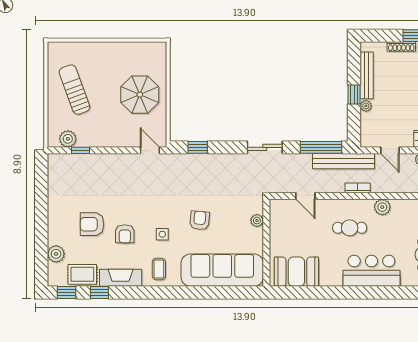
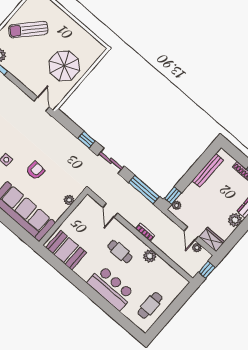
sun lounger: (74, 90) -> (28, 30), turned -117
window: (354, 94) -> (173, 195), moved
plant: (366, 106) -> (177, 205), moved
window: (198, 147) -> (86, 140), moved
door: (390, 150) -> (191, 234), moved
bench: (344, 161) -> (150, 209), removed

